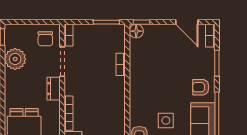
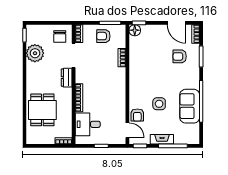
armchair: (98, 38) -> (103, 36), added
armchair: (201, 87) -> (180, 56), moved

